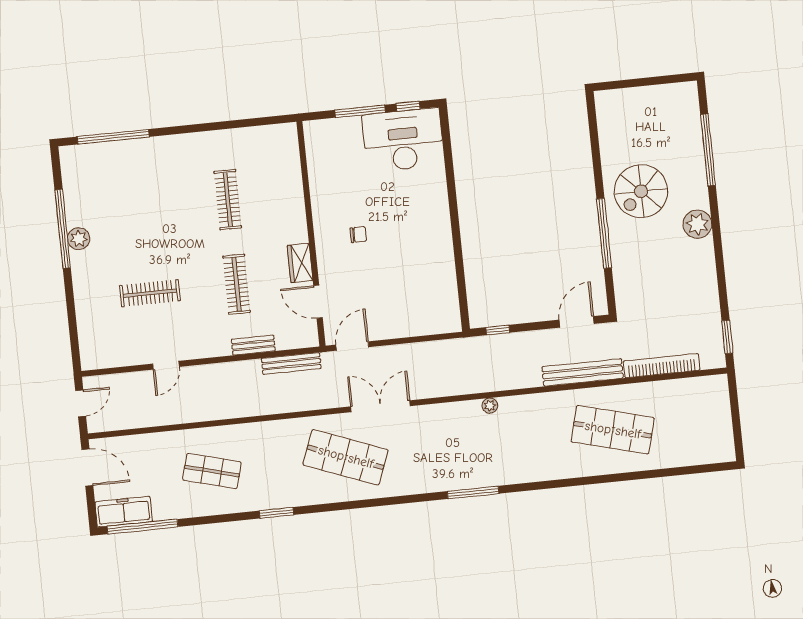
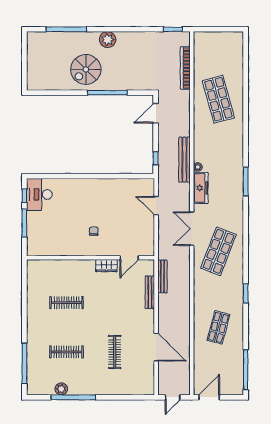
desk: (403, 140) -> (39, 194), width x0.73, depth x0.77
spiral stairs: (641, 191) -> (86, 69), turned 90
plant: (79, 239) -> (61, 389), moved
clothes rail: (237, 284) -> (66, 352), moved
door: (577, 322) -> (156, 113), hinge flipped
bench: (253, 345) -> (150, 292), width x1.36
door: (352, 346) -> (156, 206), moved
door: (166, 365) -> (156, 347), width x1.88
bench: (583, 372) -> (184, 160), moved
door: (81, 403) -> (173, 397), swing flipped
shop shelf: (613, 430) -> (218, 99), turned -30
freezer: (124, 512) -> (201, 188), moved, turned 180

